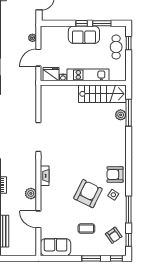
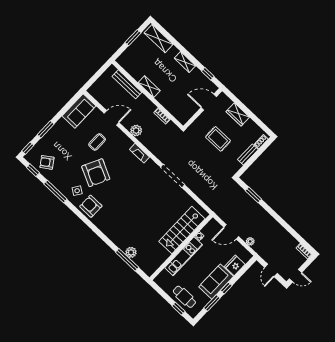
door: (38, 58) -> (231, 232), swing flipped
fridge: (51, 74) -> (235, 265), moved, turned 180
stairs: (102, 94) -> (182, 230), moved
armchair: (115, 174) -> (91, 206), turned -90
coffee table: (86, 228) -> (97, 142), moved

